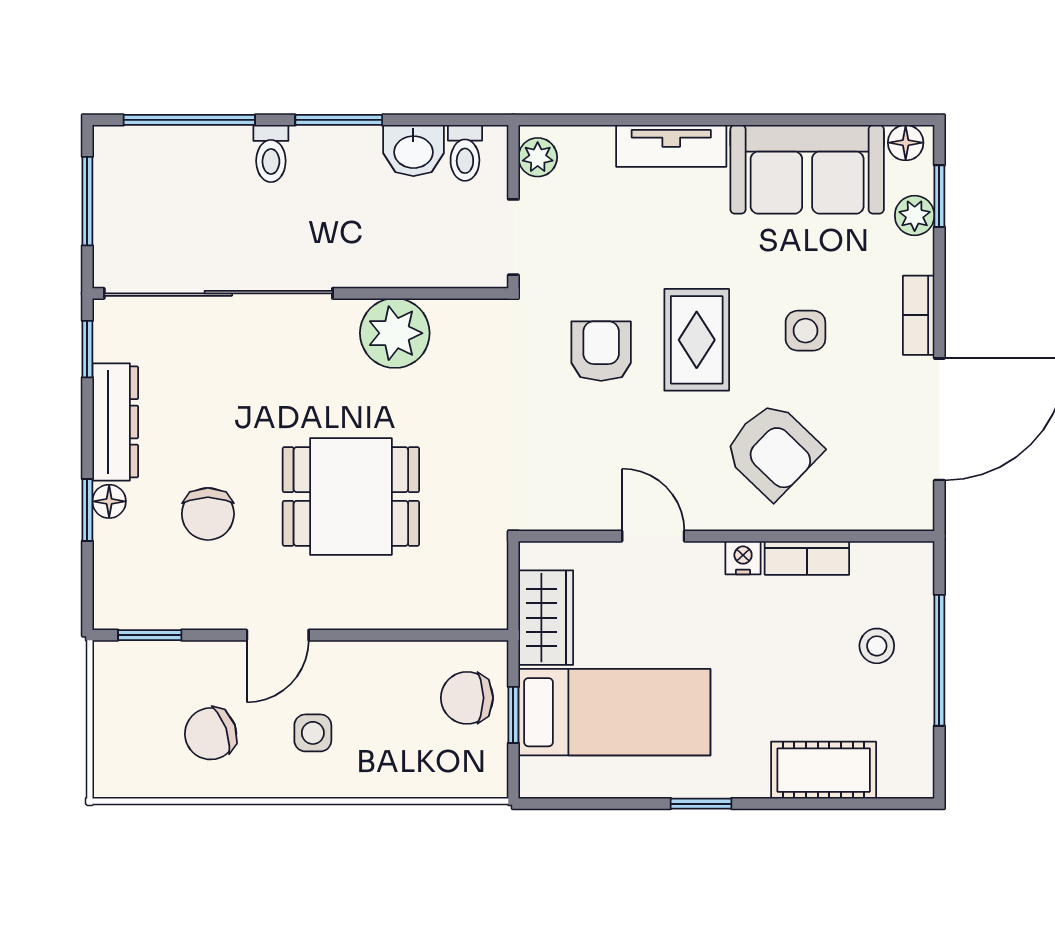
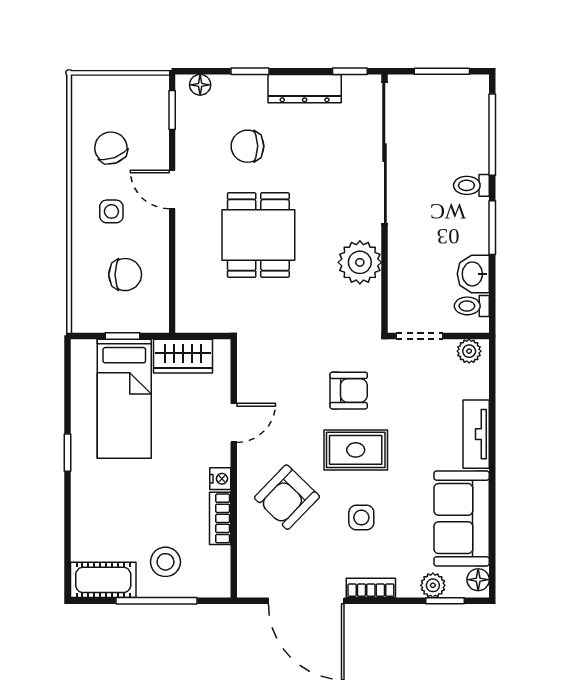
floor lamp: (109, 501) -> (200, 85), moved
stool: (877, 646) -> (165, 562), width x1.37, depth x1.37
chair: (467, 698) -> (125, 275), moved, turned 90
cot: (824, 770) -> (103, 580), moved, turned 90

